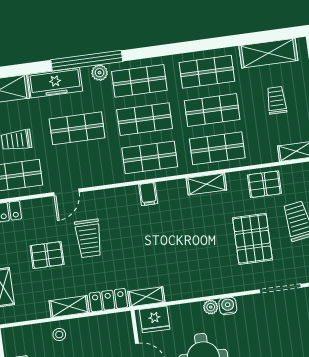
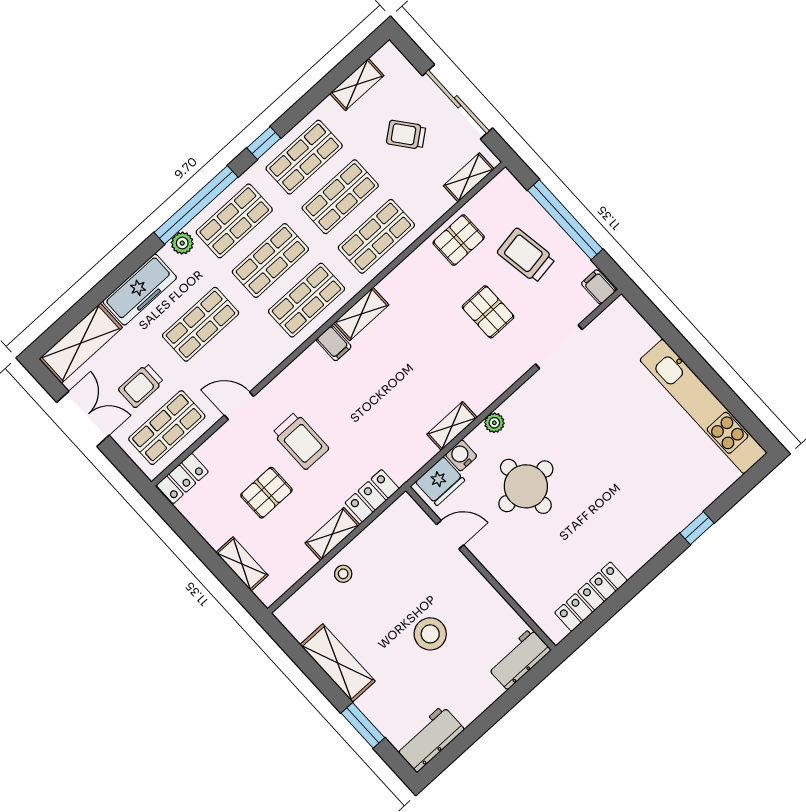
window: (189, 47) -> (264, 143), added
shelving: (268, 53) -> (357, 84), width x0.67, depth x0.75
window: (87, 61) -> (196, 205), moved
trolley: (277, 100) -> (406, 135), turned -38
shelving: (206, 184) -> (361, 314), moved
door: (66, 192) -> (239, 406), swing flipped
pallet: (252, 239) -> (488, 312), width x0.67, depth x0.71
shelving: (146, 297) -> (452, 426), moved
water cooler: (228, 306) -> (461, 455), moved

